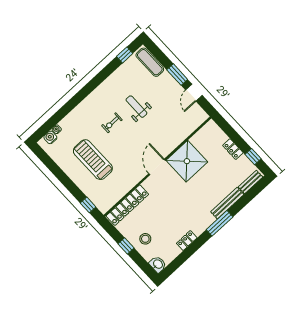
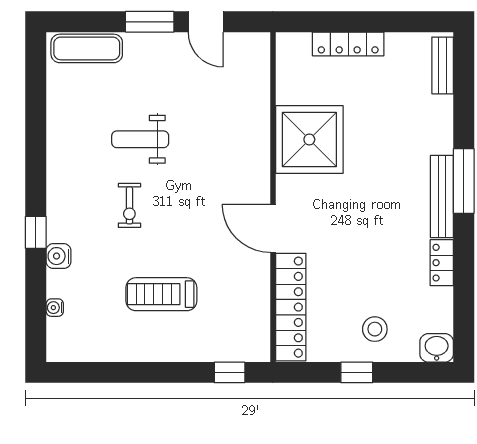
window: (125, 55) -> (36, 232), moved
water cooler: (50, 137) -> (59, 256), moved
locker: (233, 149) -> (348, 44), width x1.53
window: (253, 157) -> (404, 22), removed
treadmill: (93, 160) -> (161, 294), width x0.73, depth x0.73
door: (157, 167) -> (273, 228), moved
bench: (227, 203) -> (442, 196), moved

